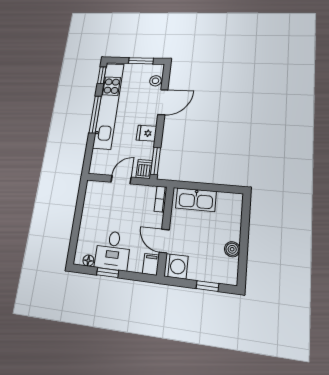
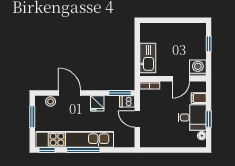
boiler: (232, 249) -> (181, 28), removed
filing cabinet: (151, 264) -> (199, 98), moved

